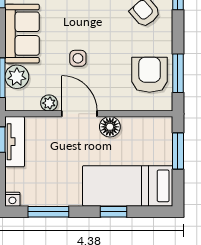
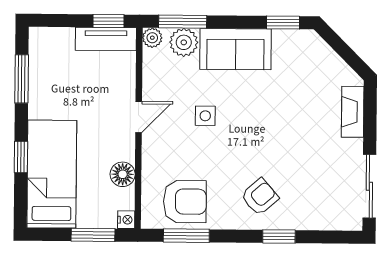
plant: (49, 103) -> (152, 38), moved
door: (79, 114) -> (139, 117), width x0.73
floor lamp: (110, 127) -> (123, 174), moved
nightstand: (12, 199) -> (126, 220), moved, turned 180

